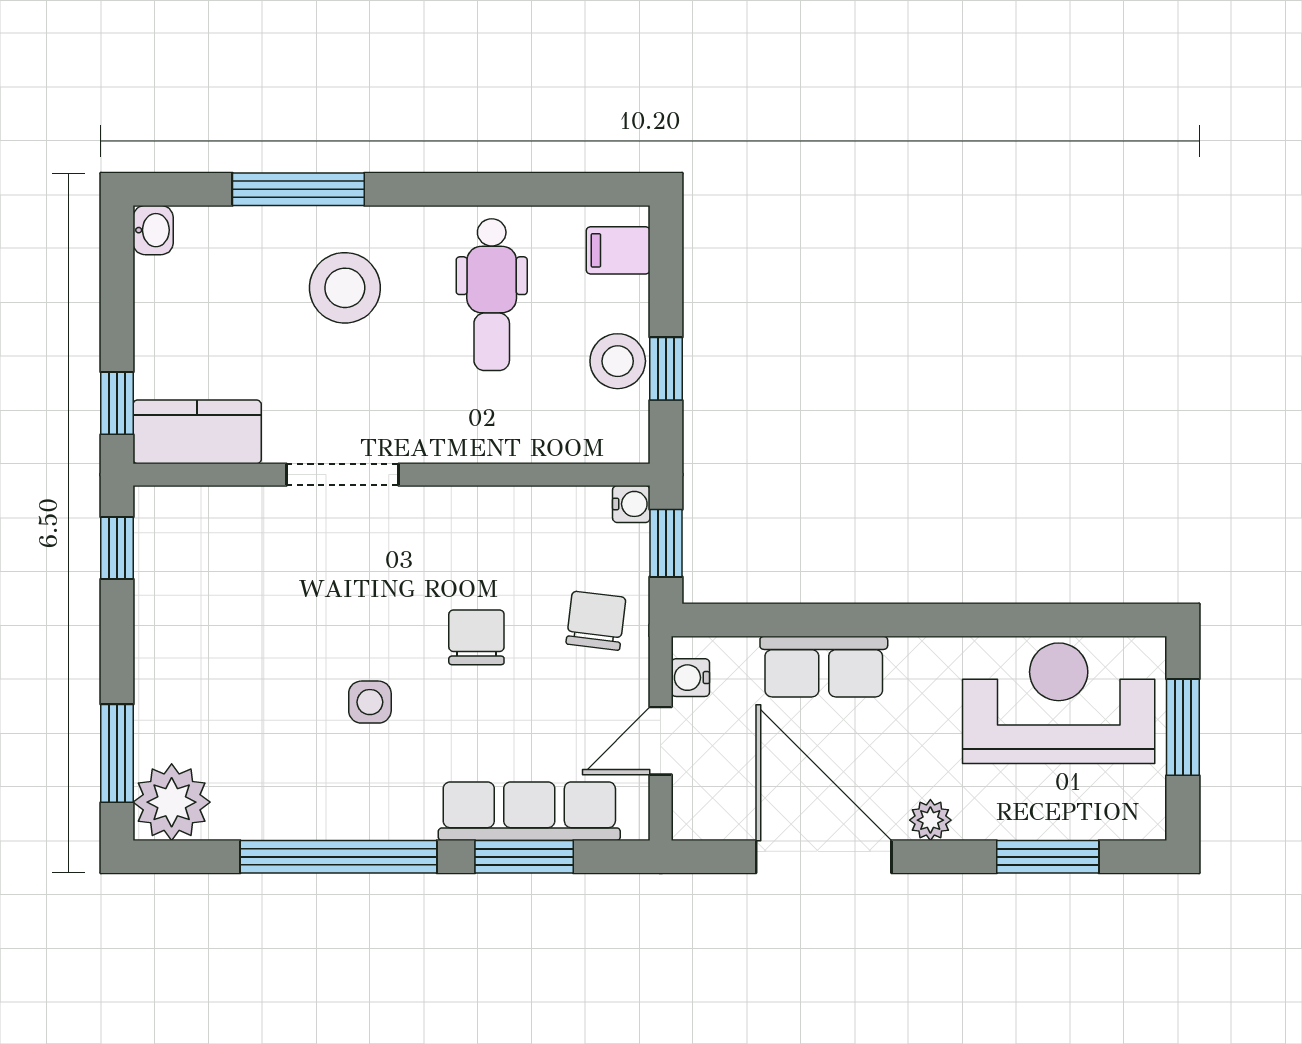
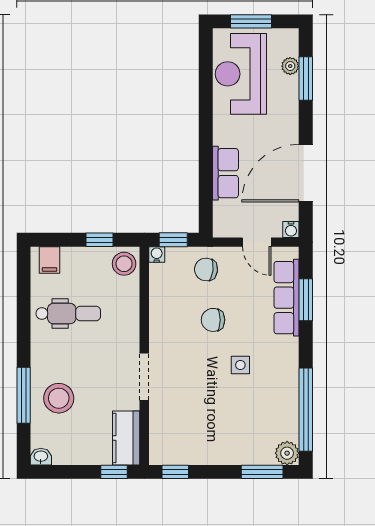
stool: (345, 288) -> (59, 398), moved
stool: (618, 361) -> (124, 264), moved
water cooler: (690, 678) -> (291, 229), moved
plant: (172, 802) -> (287, 453), width x0.73, depth x0.73
plant: (930, 820) -> (290, 66), moved
window: (339, 857) -> (306, 410), moved

